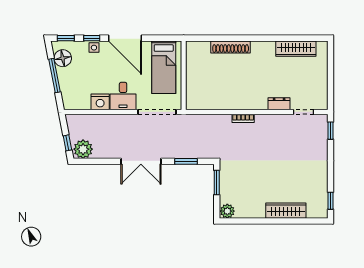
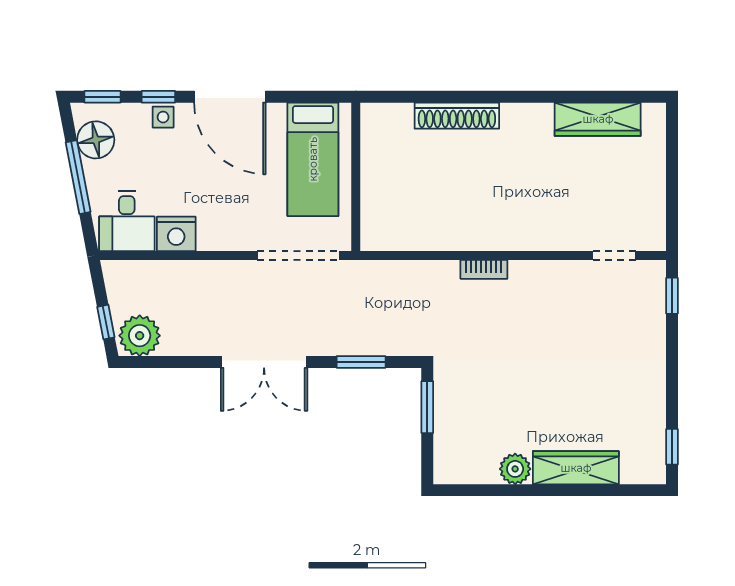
desk: (123, 96) -> (127, 221), moved
dresser: (279, 104) -> (561, 238), removed
plant: (227, 211) -> (515, 469), moved

